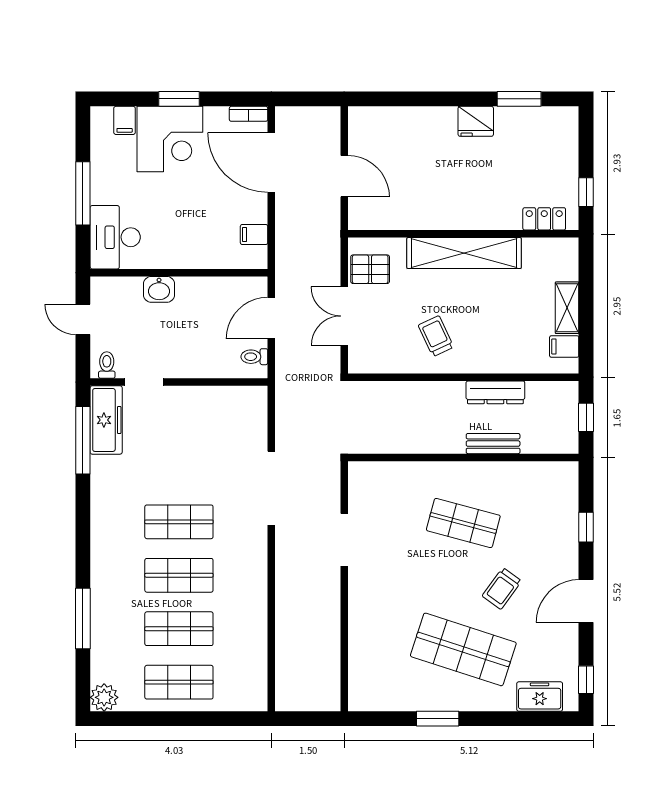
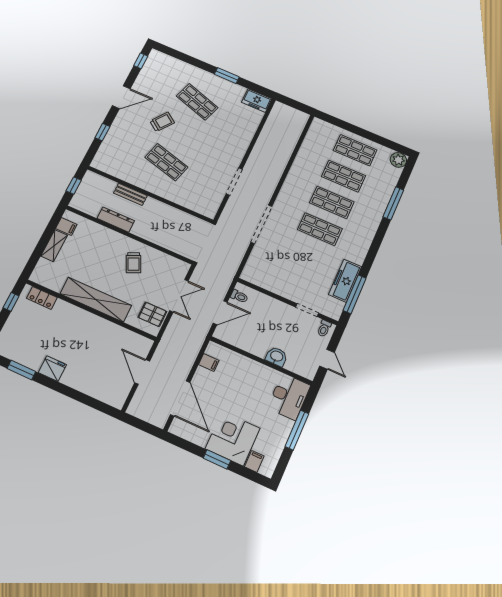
bookcase: (249, 114) -> (180, 432), removed
freezer: (106, 420) -> (345, 281), moved
shop shelf: (463, 649) -> (197, 102), width x0.70, depth x0.74
freezer: (540, 697) -> (257, 101), moved

